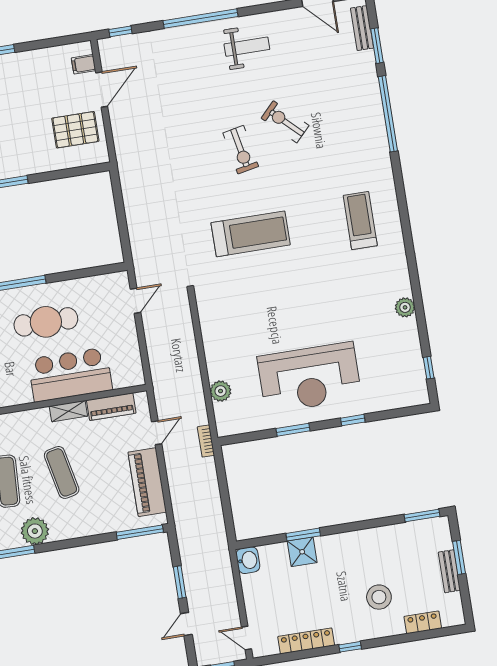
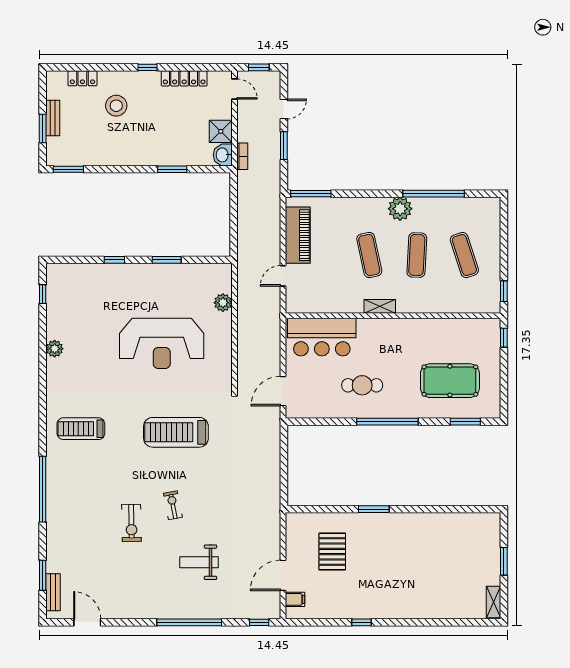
weight bench: (247, 47) -> (199, 562), moved
window: (388, 114) -> (43, 489), moved
exercise bike: (285, 122) -> (131, 523), turned 45
pallet: (75, 130) -> (332, 552), moved, turned 90
exercise bike: (241, 150) -> (173, 505), width x0.73, depth x0.72
treadmill: (360, 221) -> (81, 429), turned 90
door: (135, 301) -> (283, 391), width x1.37
cafe table: (46, 322) -> (362, 385), width x0.73, depth x0.74
bar counter: (70, 375) -> (322, 337), moved
reception desk: (309, 377) -> (162, 343), moved, turned 180
piano: (111, 407) -> (318, 304), removed
shelving: (68, 411) -> (380, 306), moved
bookcase: (206, 441) -> (242, 156), moved
shower: (302, 552) -> (221, 131), moved

